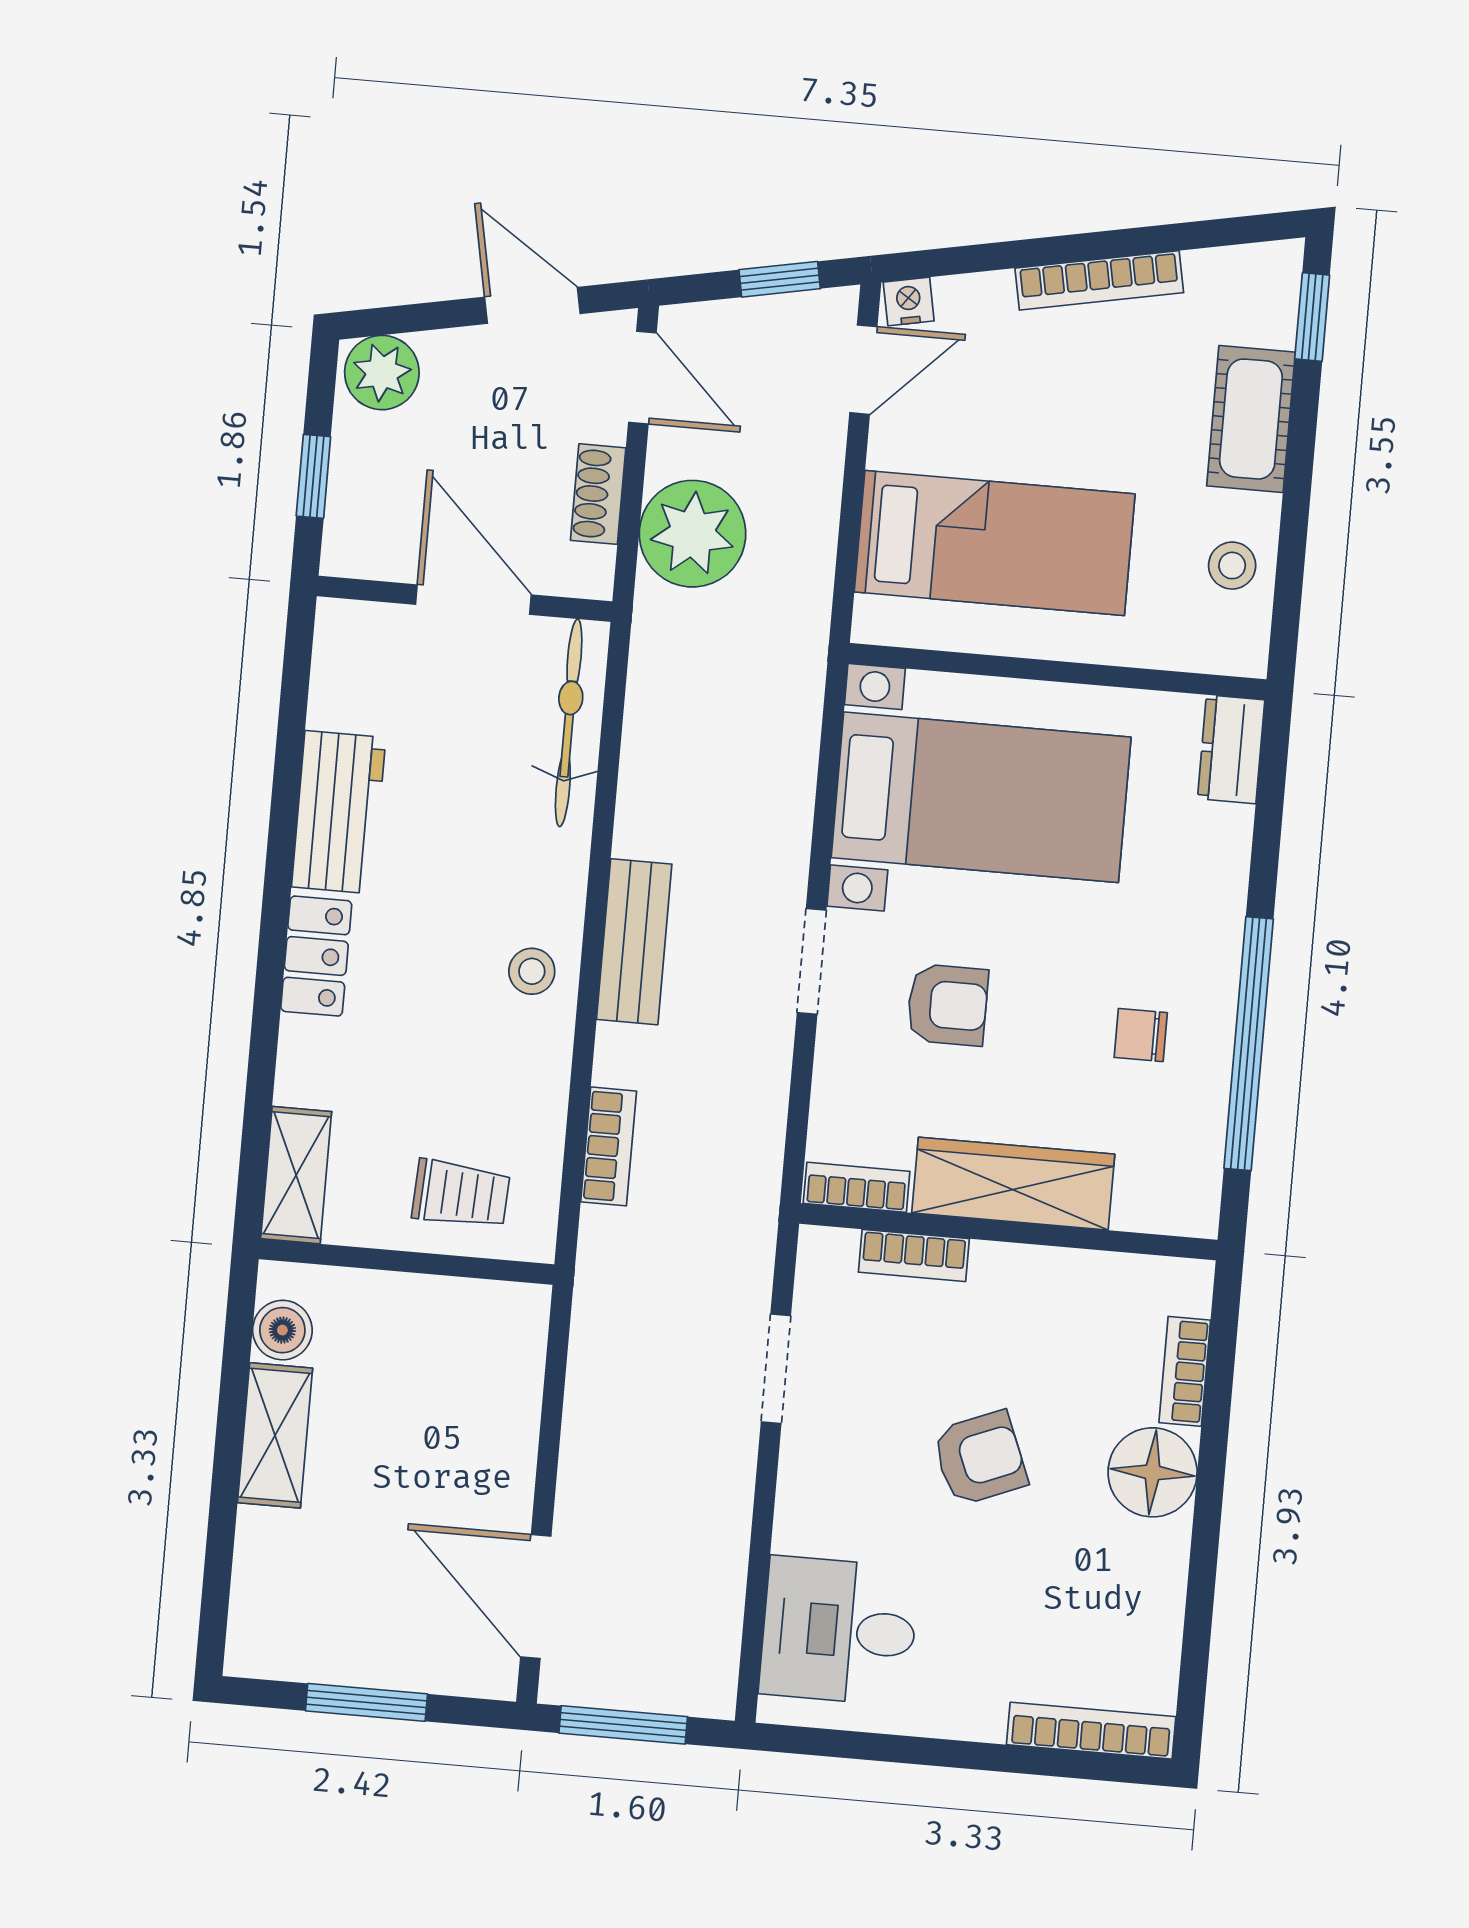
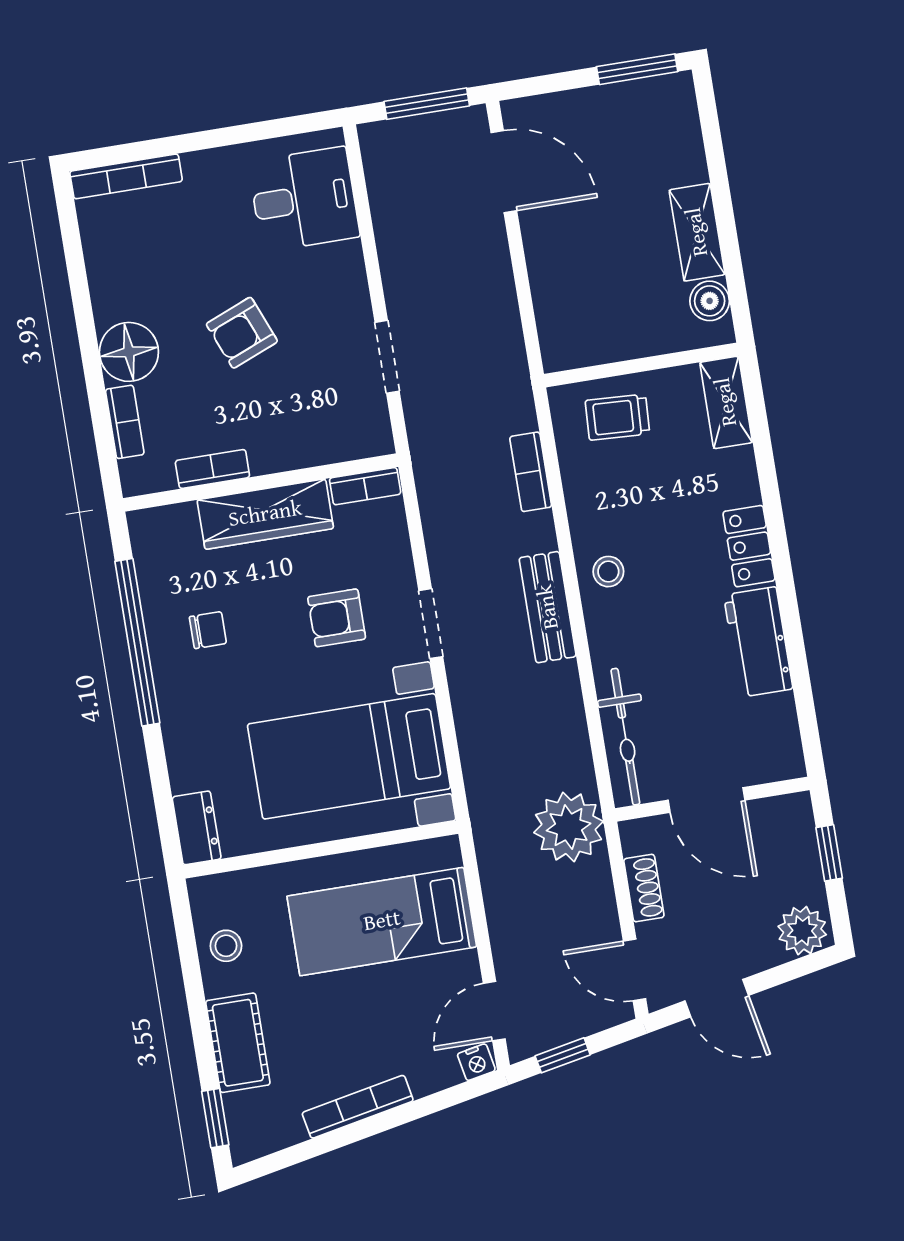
plant: (693, 534) -> (569, 827), moved
bookcase: (914, 1255) -> (212, 469), moved
window: (366, 1702) -> (637, 69), moved

